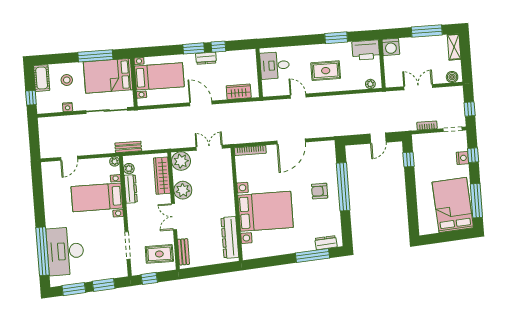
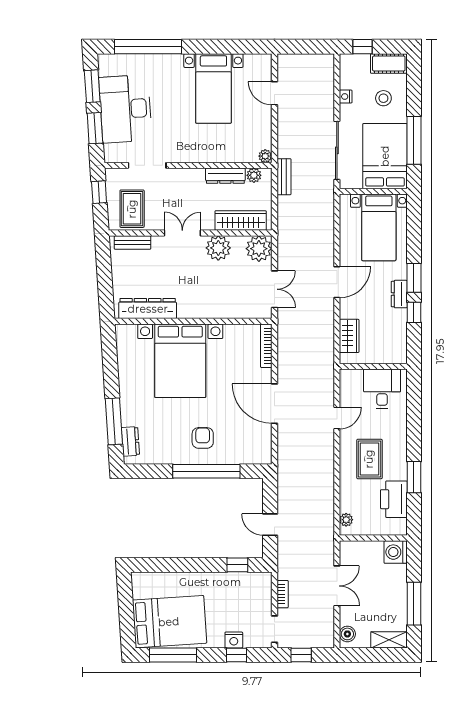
printer: (366, 50) -> (394, 499), moved
bed with nightstands: (97, 197) -> (213, 88), moved, turned 180
desk: (65, 251) -> (125, 109), moved, turned -94

